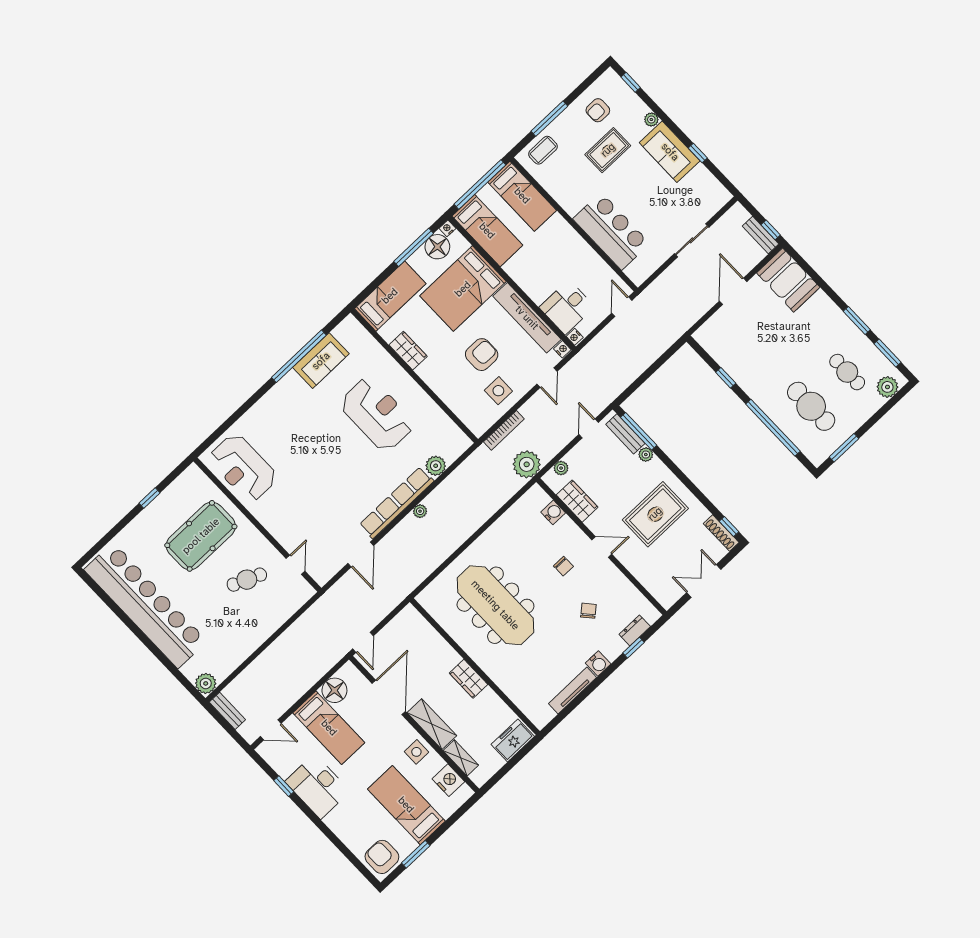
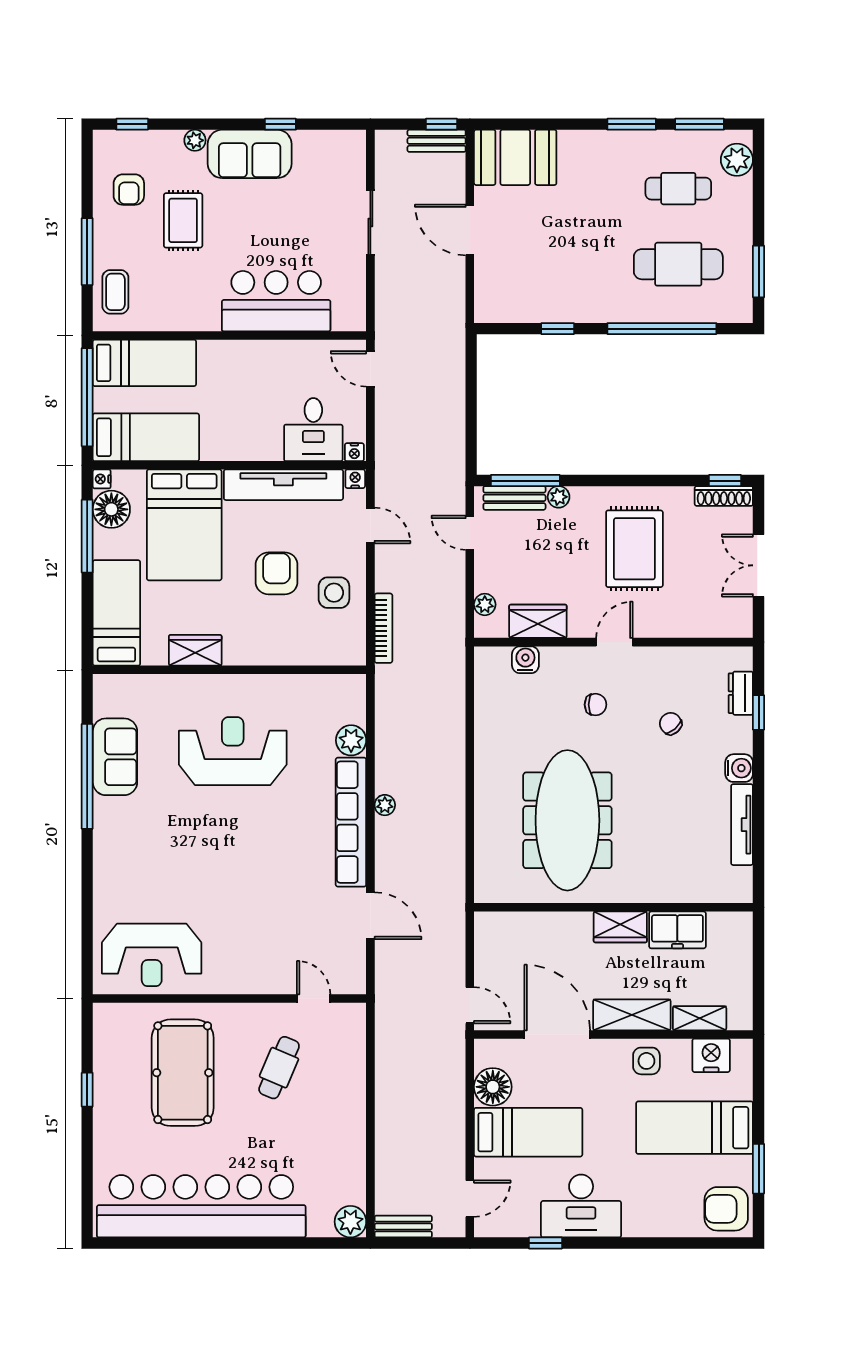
plant: (527, 464) -> (445, 639), removed
meeting table: (495, 605) -> (567, 820), turned 90
freezer: (513, 740) -> (677, 930), moved, turned -90

